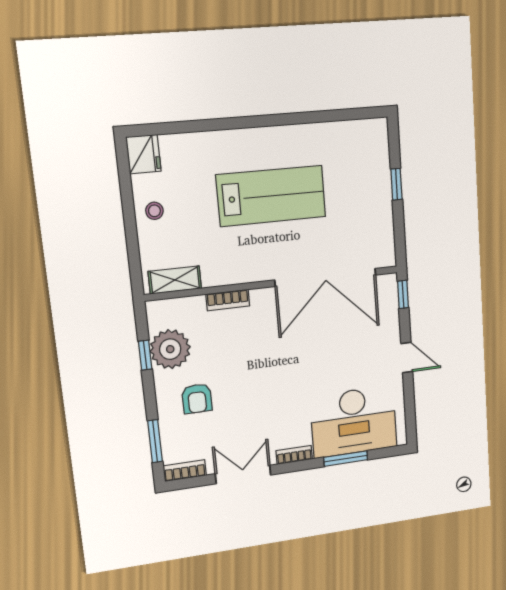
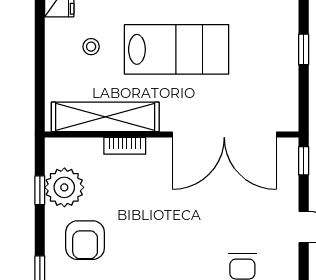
stool: (154, 211) -> (91, 47), moved
shelving: (175, 280) -> (105, 117), width x2.20, depth x1.33
armchair: (197, 399) -> (85, 240), width x1.38, depth x1.38

